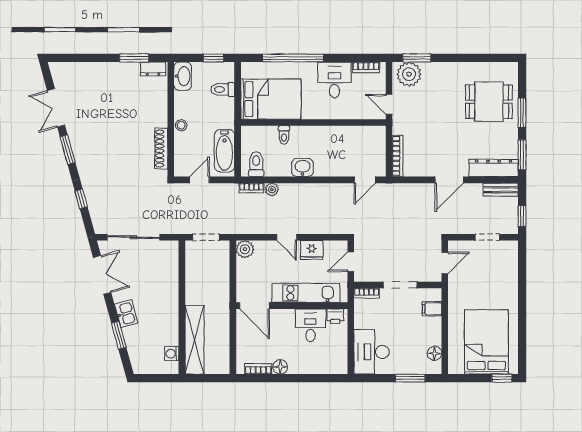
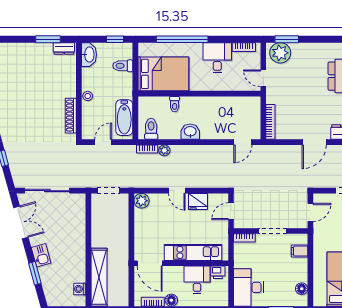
kitchen unit: (306, 293) -> (193, 252), moved
door: (254, 306) -> (150, 263), moved
wall: (292, 306) -> (181, 263), moved
printer: (335, 316) -> (218, 272), moved
desk: (311, 325) -> (197, 280), moved

